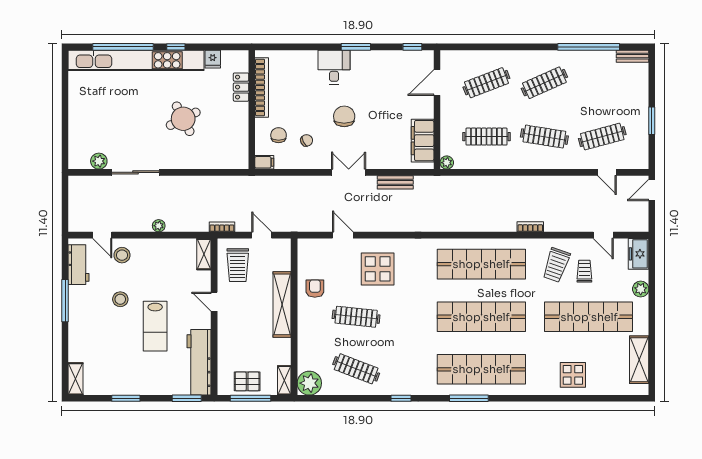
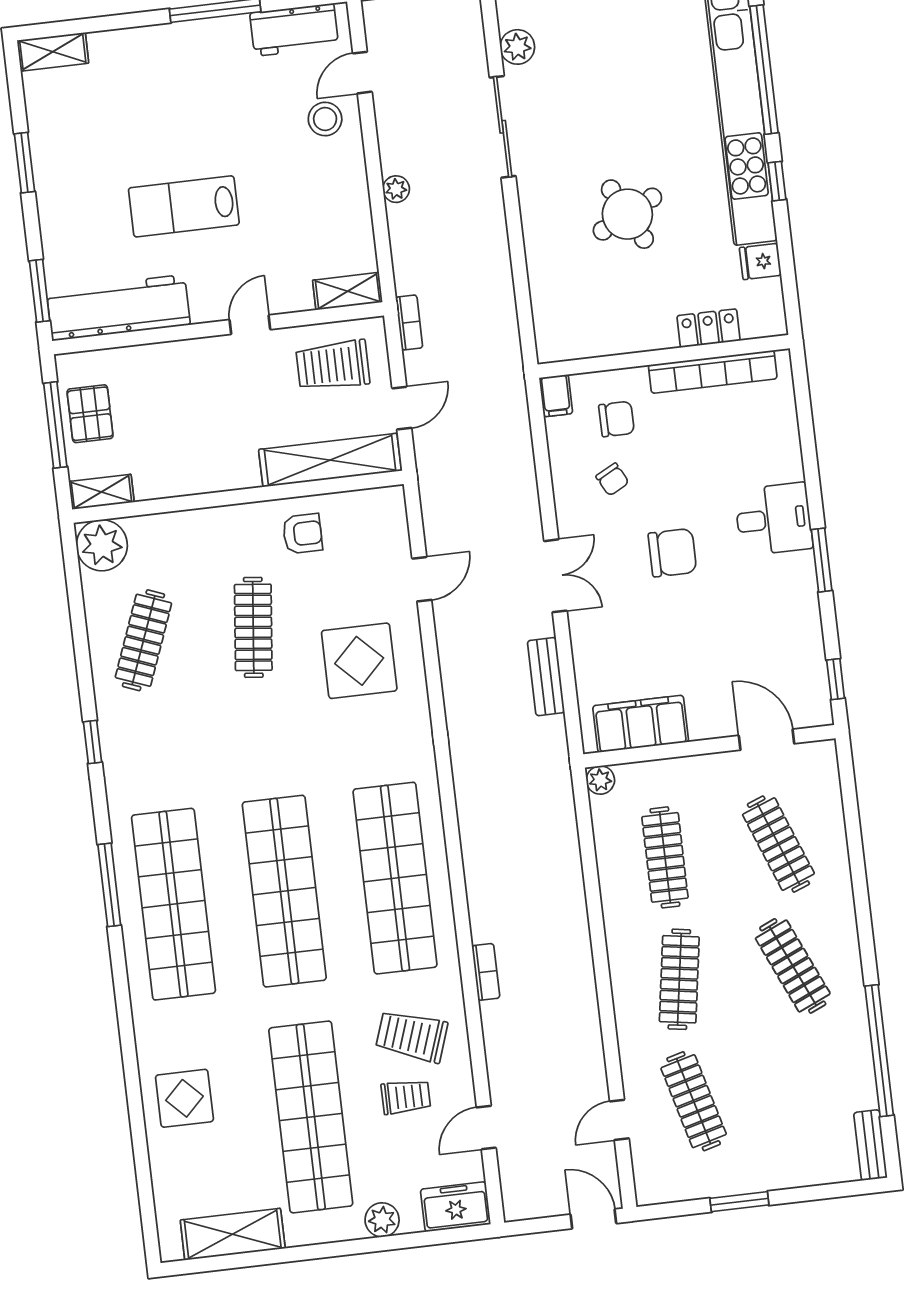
stool: (120, 299) -> (232, 126), removed
shelving: (282, 304) -> (330, 460), moved

